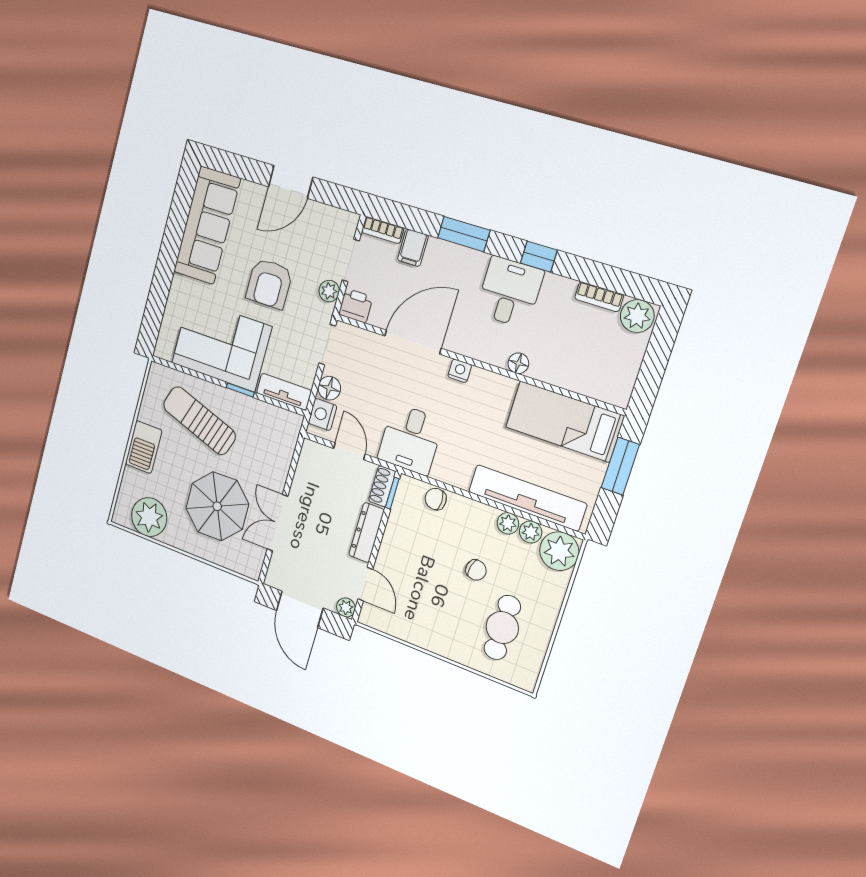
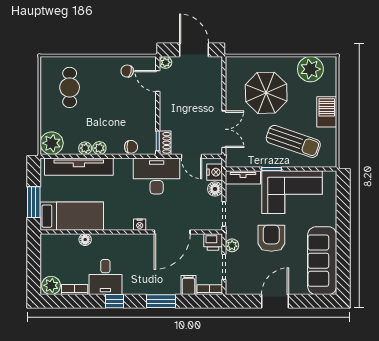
desk: (510, 292) -> (105, 277), moved
floor lamp: (518, 363) -> (85, 240), moved
desk: (410, 439) -> (157, 176), width x1.37
double door: (277, 523) -> (224, 129), moved
plant: (531, 532) -> (99, 148), moved
dresser: (367, 533) -> (166, 112), removed
chair: (476, 570) -> (127, 71), moved

